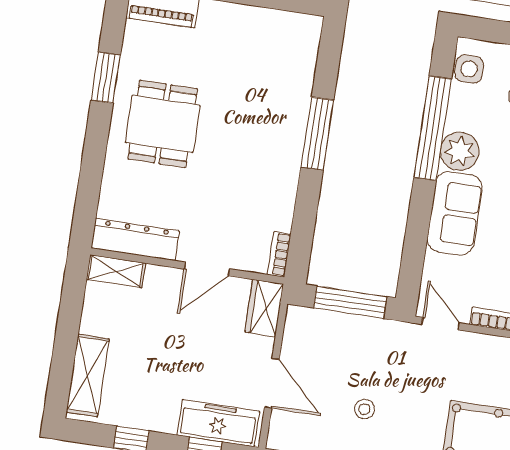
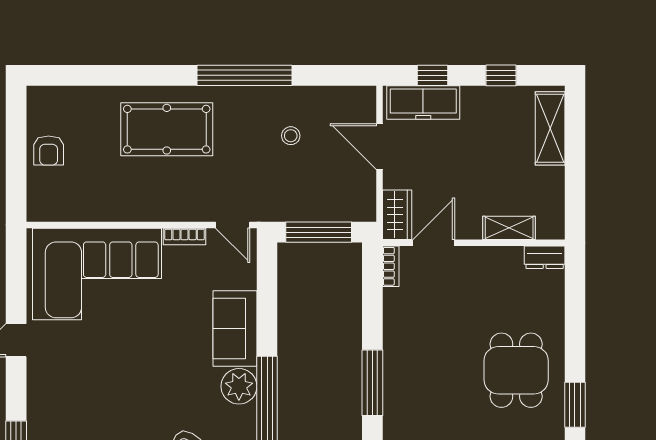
dresser: (135, 239) -> (545, 257), width x0.51, depth x0.80
door: (207, 269) -> (434, 243), moved
shelving: (116, 271) -> (509, 228), moved

